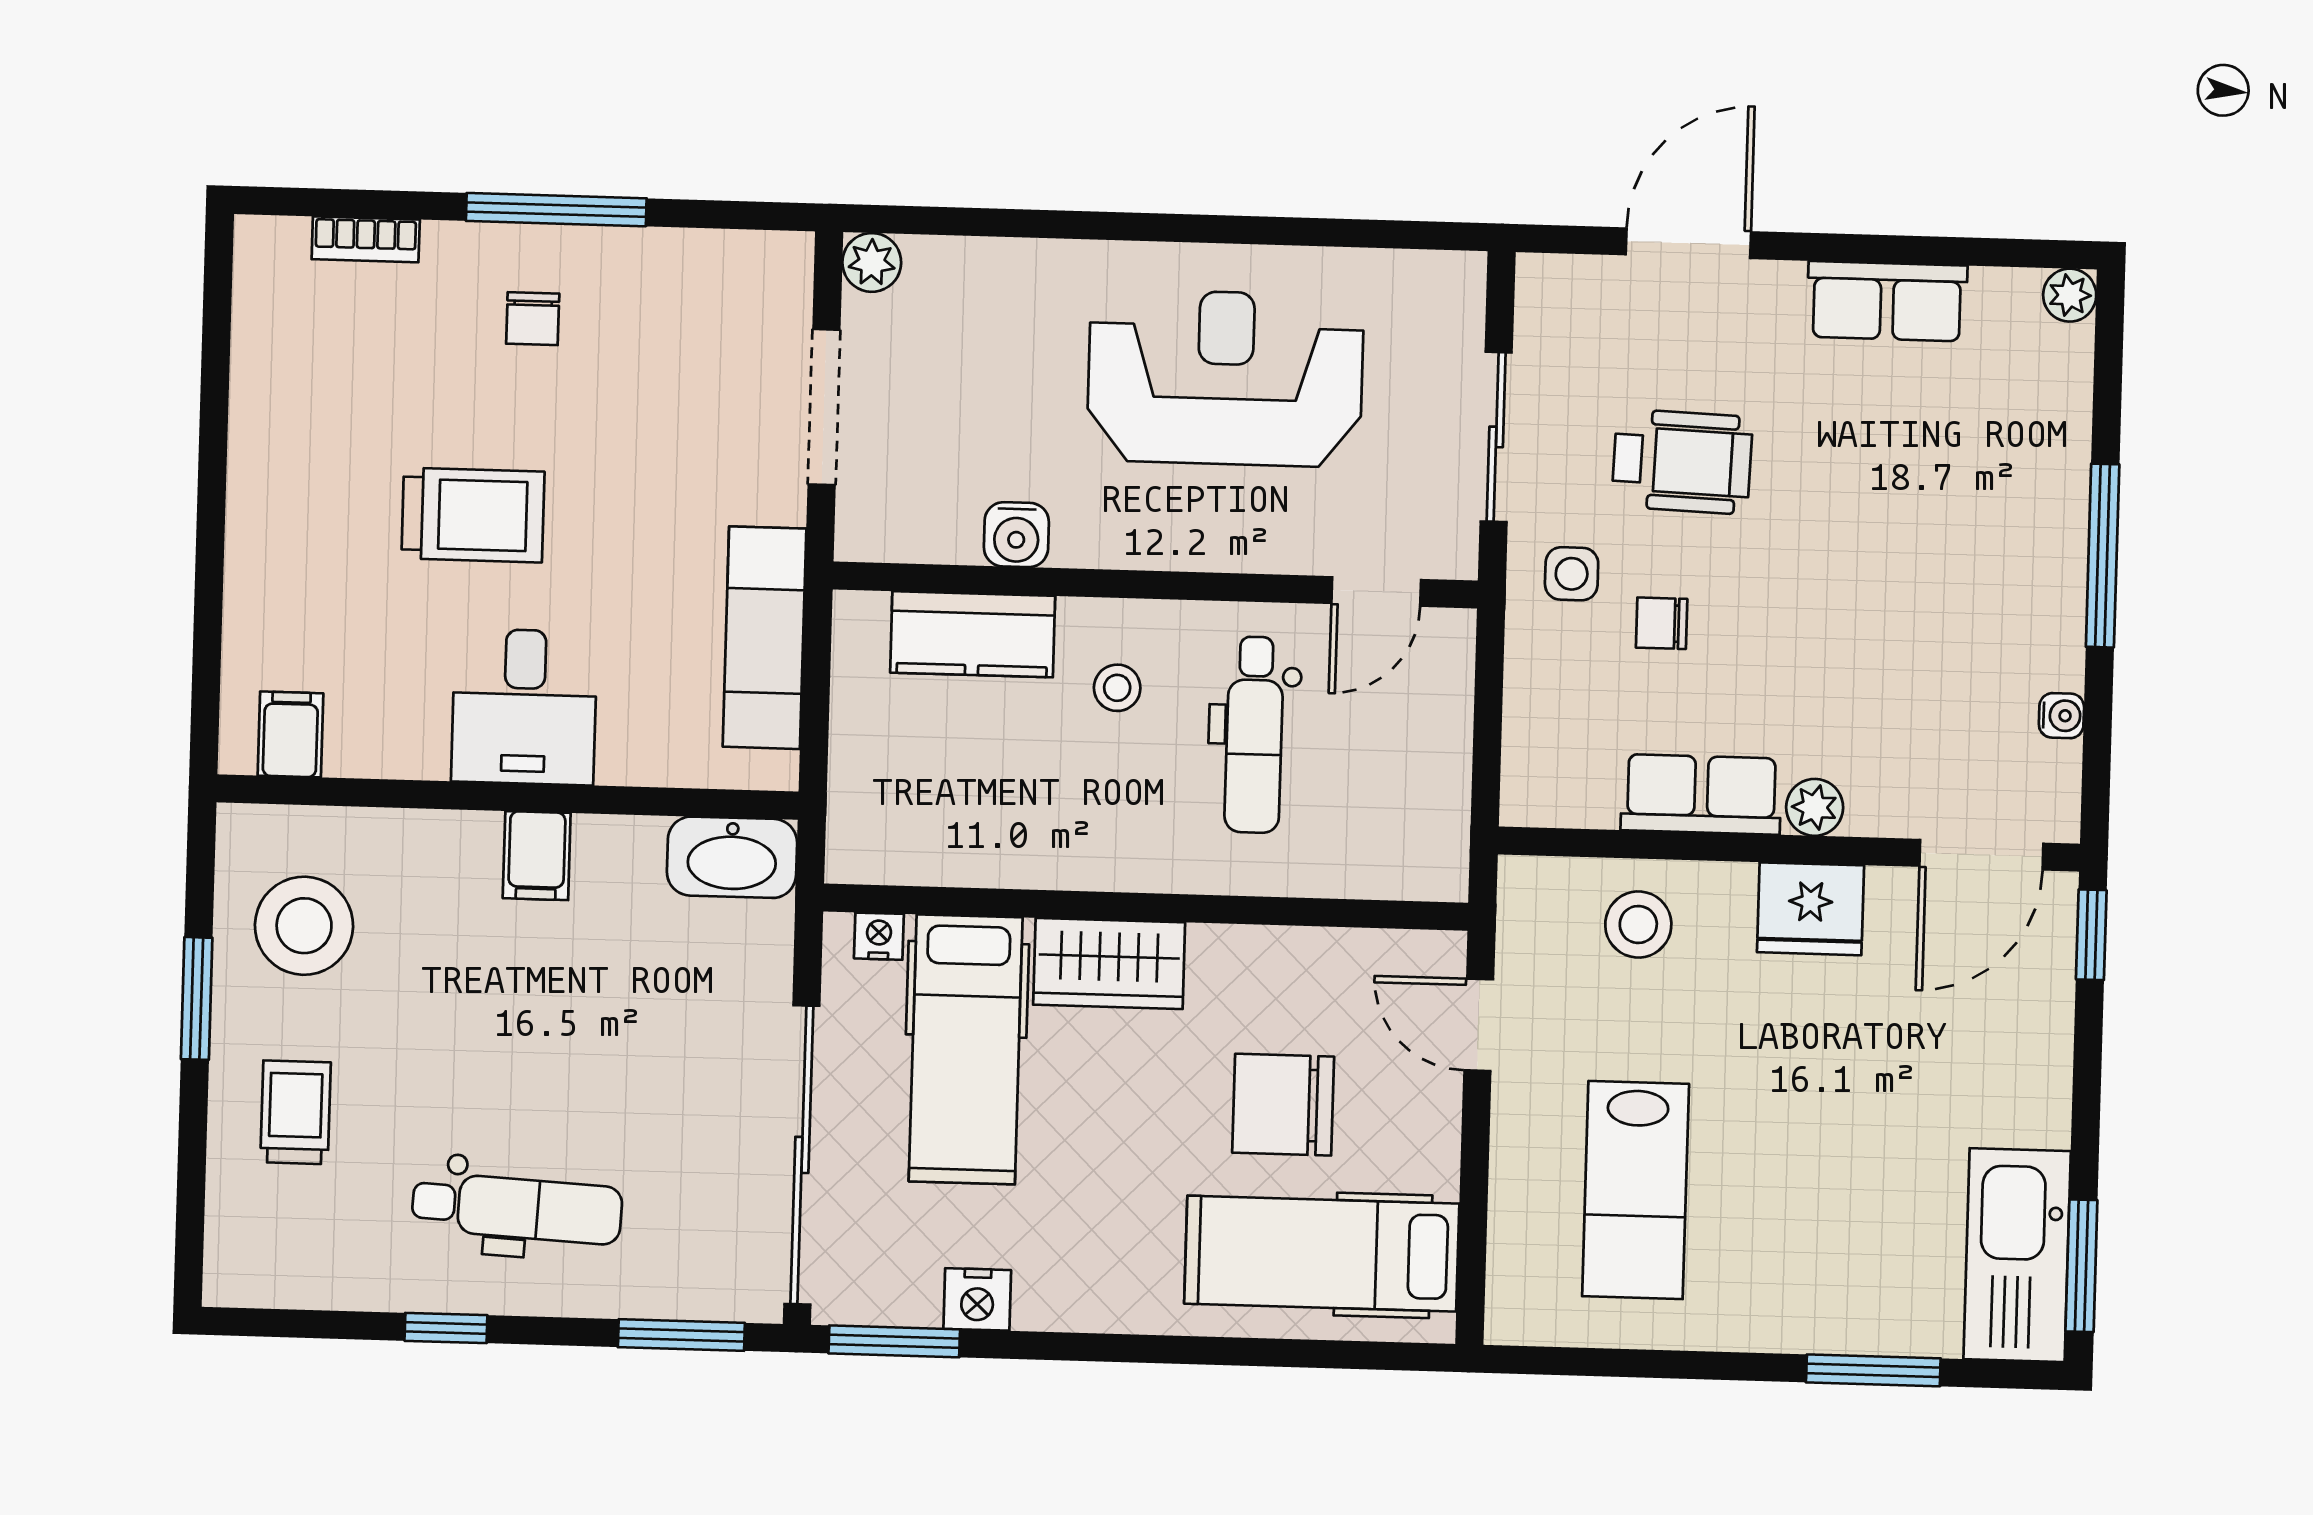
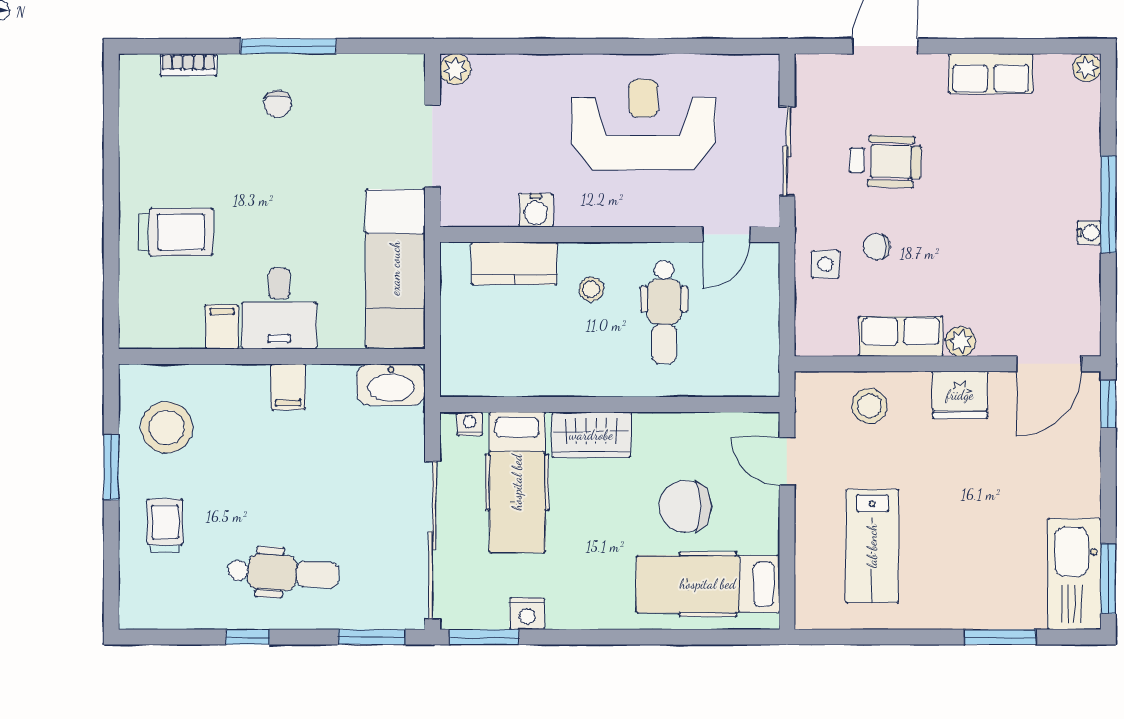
trolley: (473, 515) -> (176, 232), moved
side table: (1572, 574) -> (825, 264), moved
exam couch: (765, 638) -> (395, 268), width x1.36, depth x1.45
water cooler: (2061, 716) -> (1089, 233), moved
filing cabinet: (290, 734) -> (222, 327), moved

